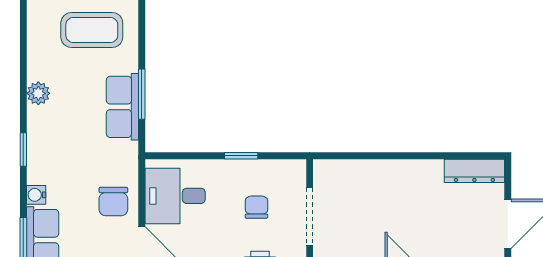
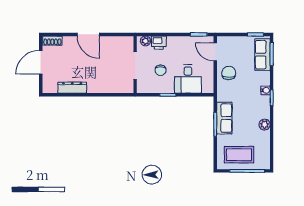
dresser: (474, 171) -> (72, 88), moved
water cooler: (36, 195) -> (266, 90), moved
desk: (175, 196) -> (188, 79), moved, turned 90

